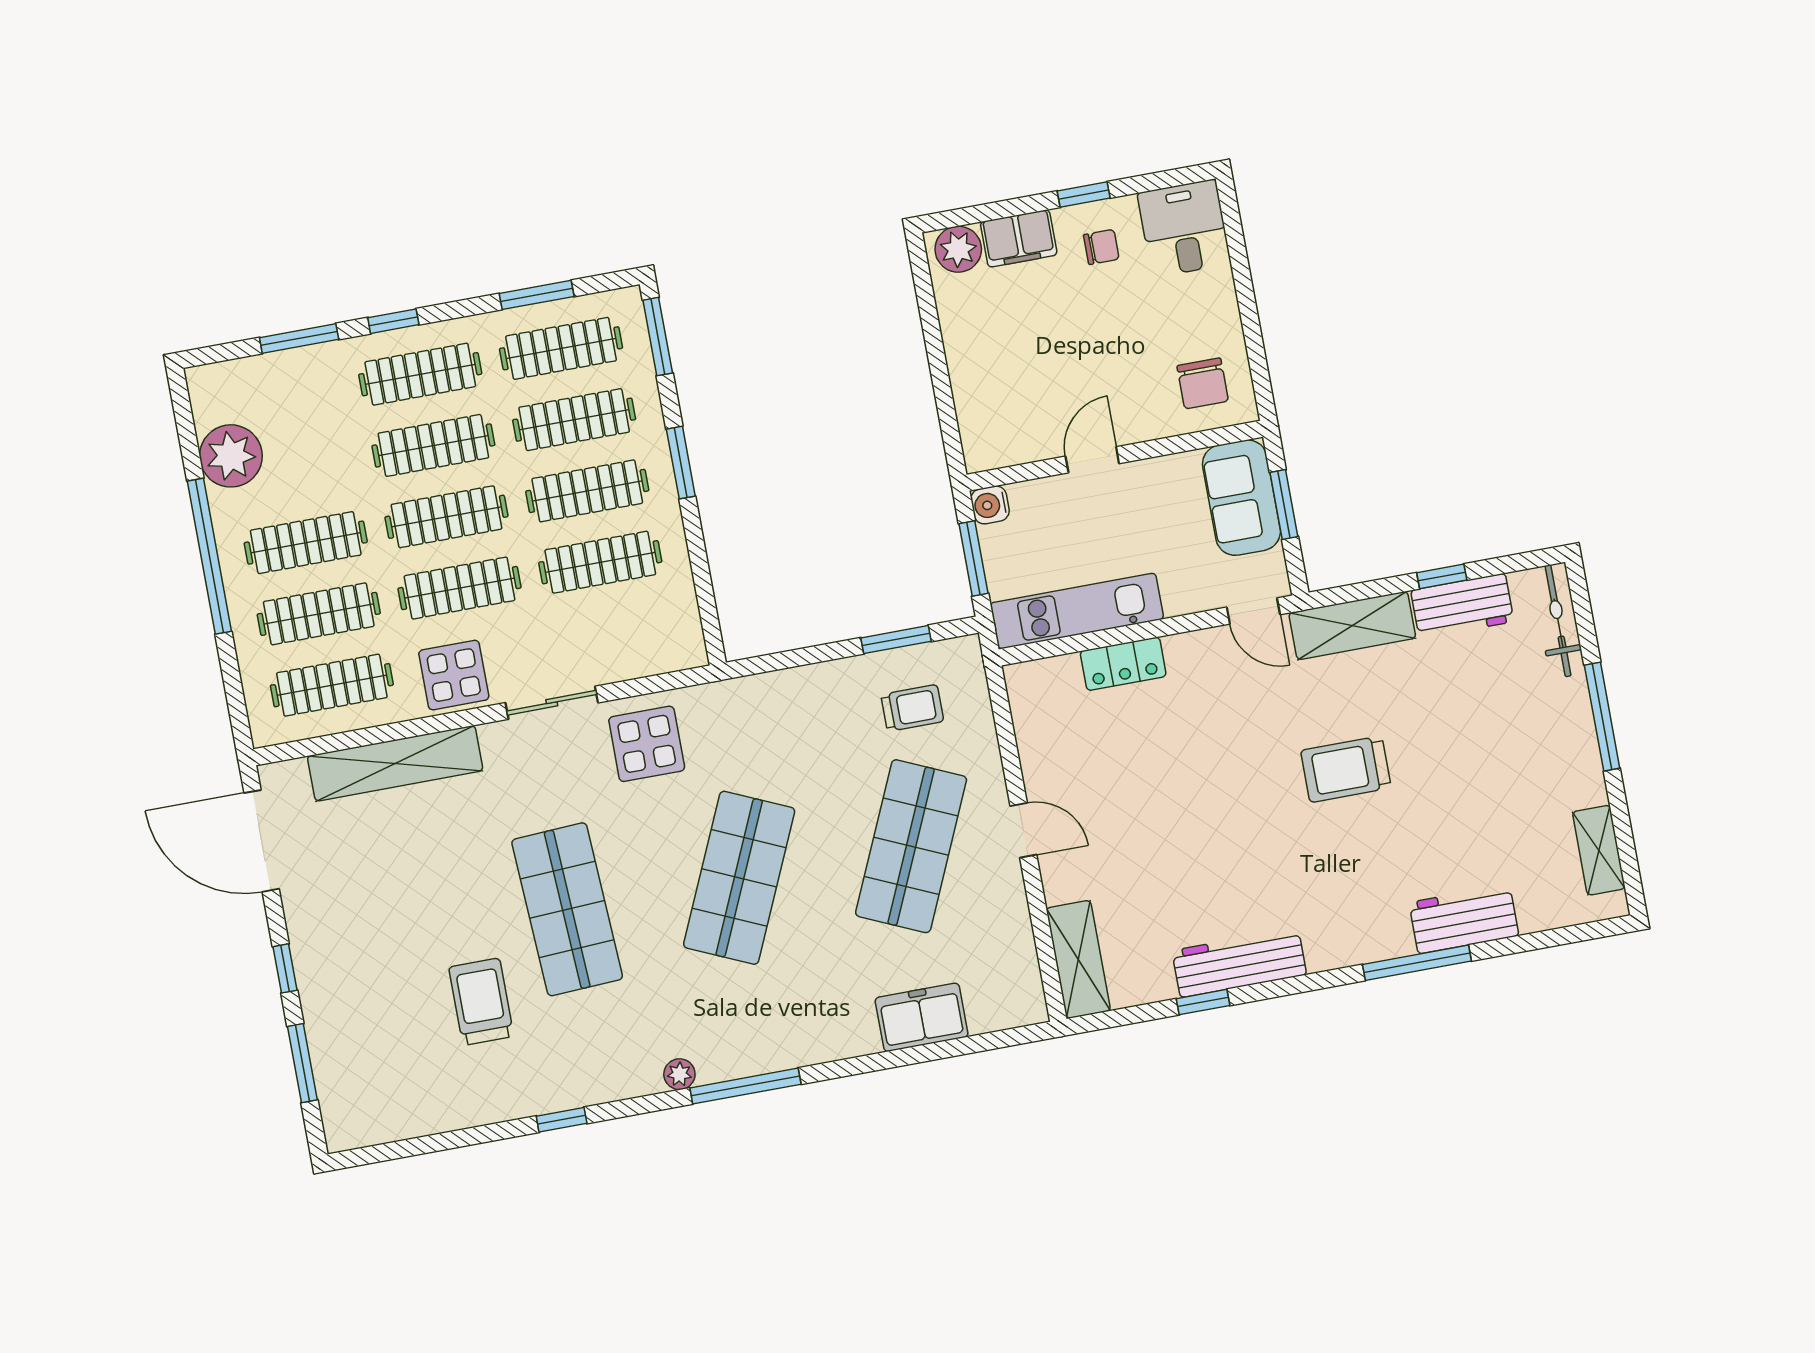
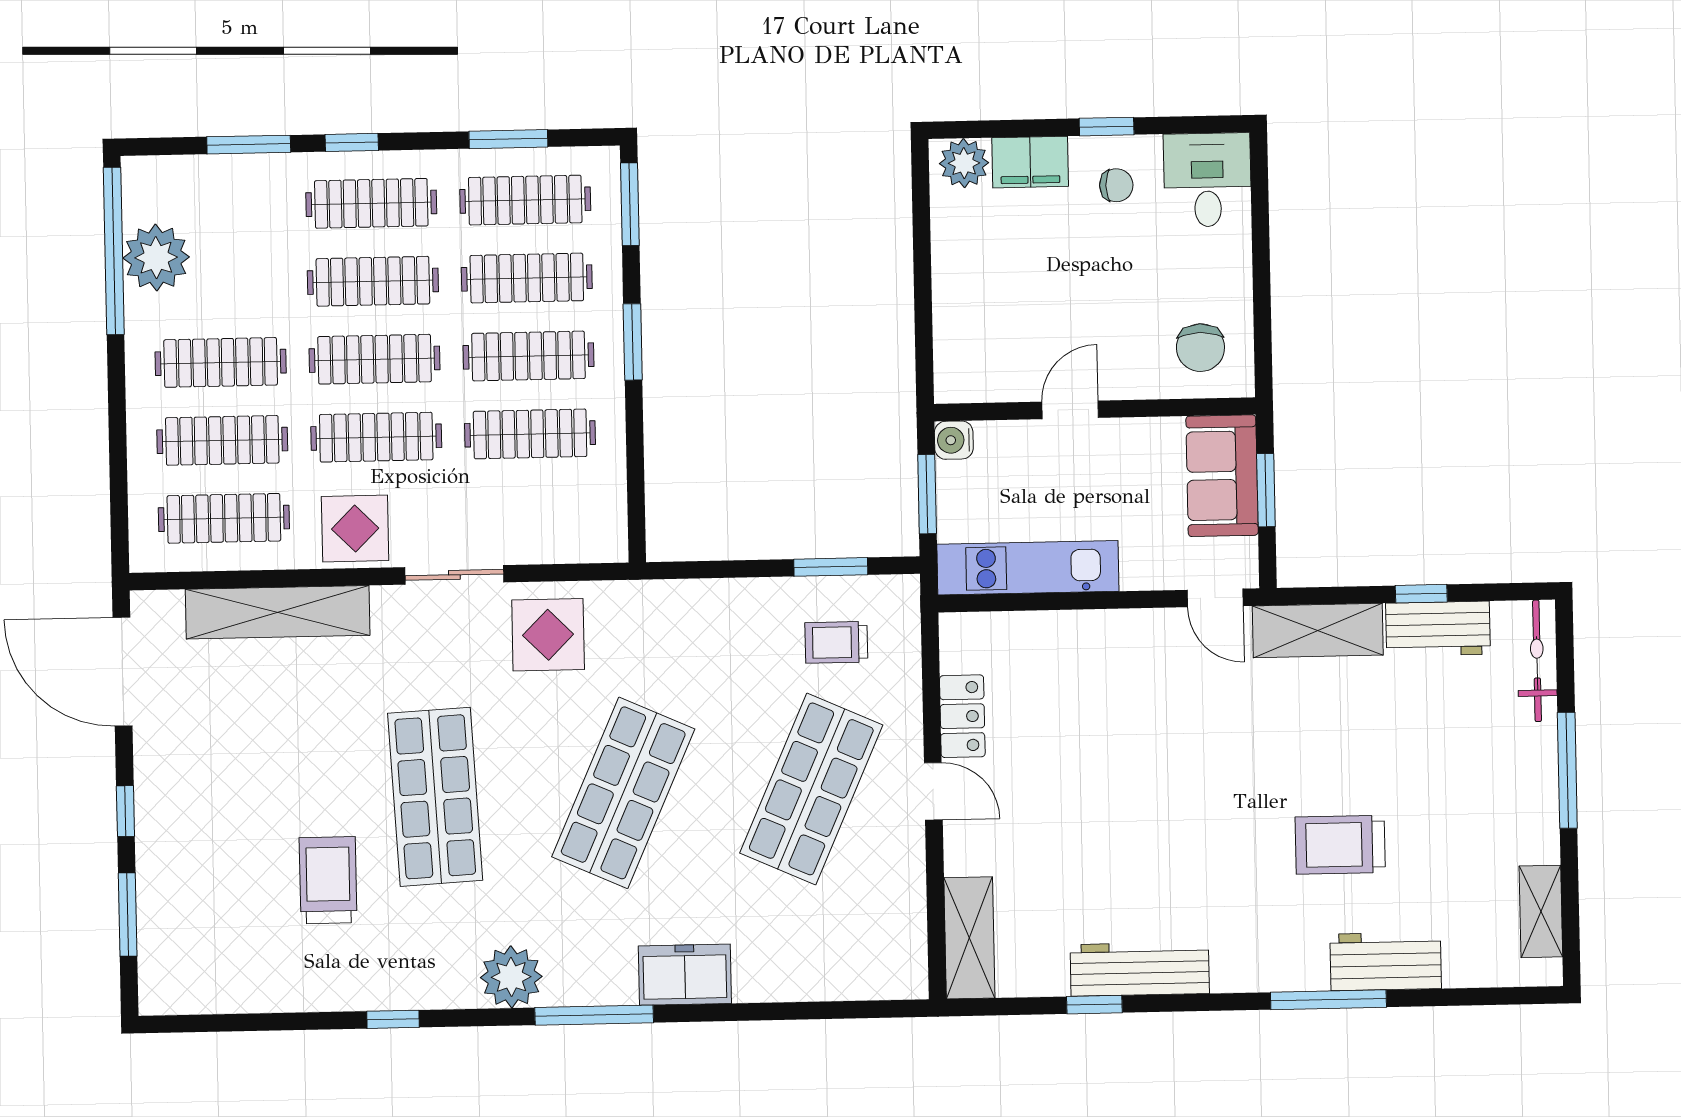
window: (209, 556) -> (114, 251), moved
locker: (1123, 664) -> (962, 716), moved, turned -90
trolley: (912, 708) -> (836, 642), turned 180
trolley: (1346, 769) -> (1340, 845), moved
freezer: (922, 1017) -> (685, 975), moved
plant: (679, 1074) -> (511, 977), width x1.88, depth x1.88

